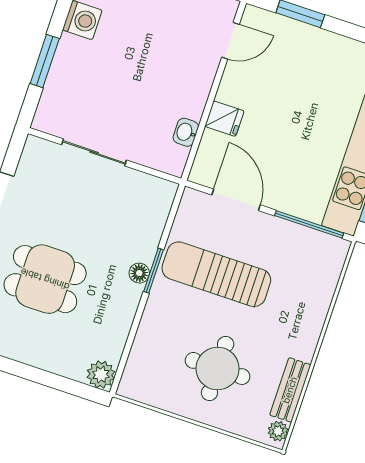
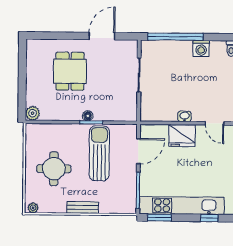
window: (45, 61) -> (175, 37), width x2.11
fridge: (224, 119) -> (182, 136), width x1.88, depth x1.34
washbasin: (186, 132) -> (184, 116), moved
bench: (290, 390) -> (83, 208), moved

